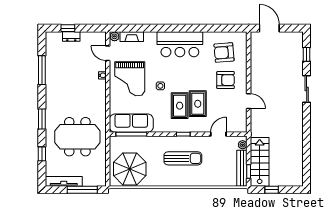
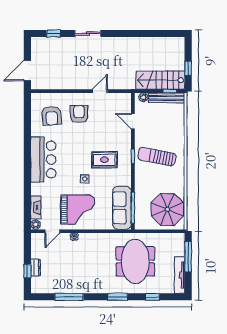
rug: (198, 104) -> (103, 142), removed
sun lounger: (183, 158) -> (157, 157), turned -79

